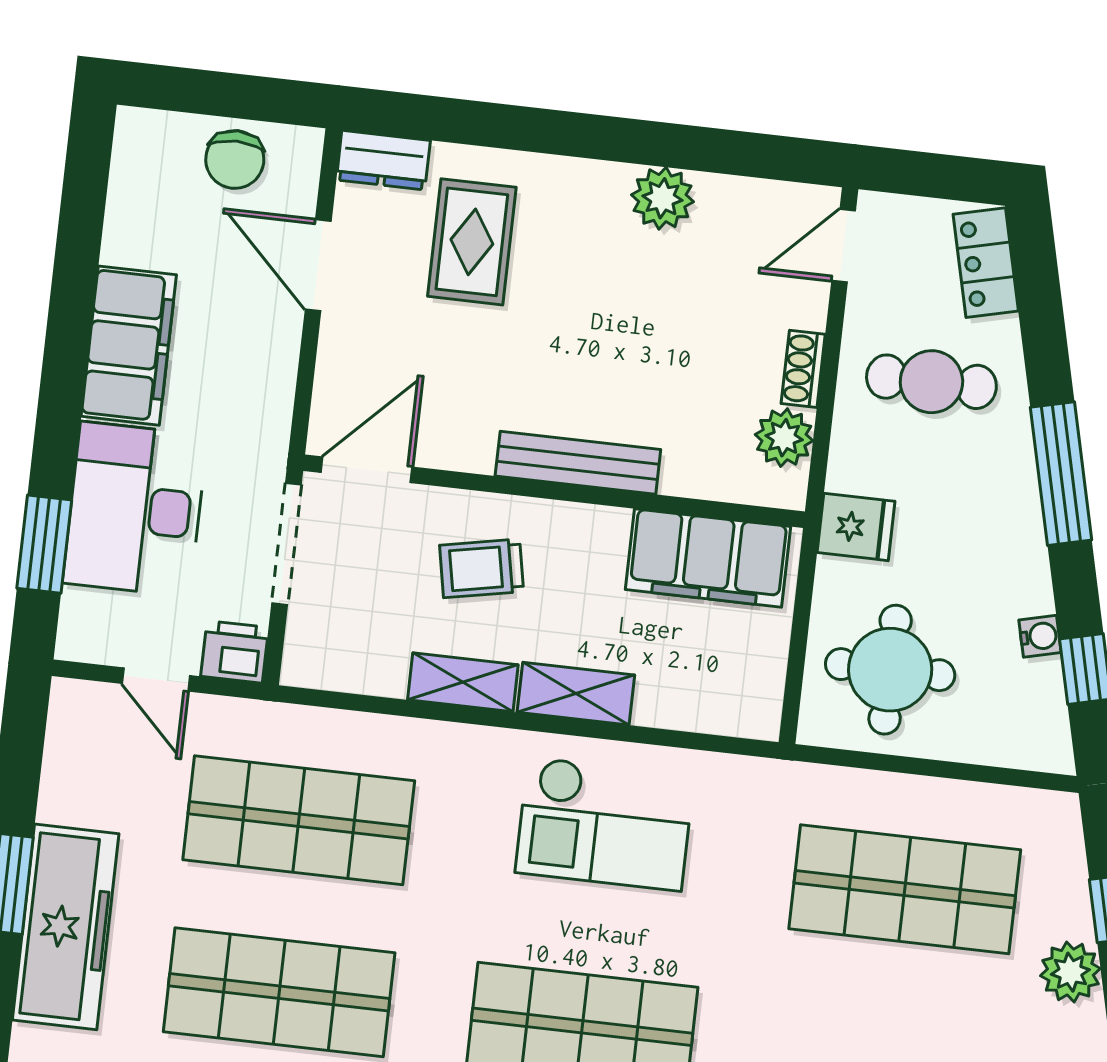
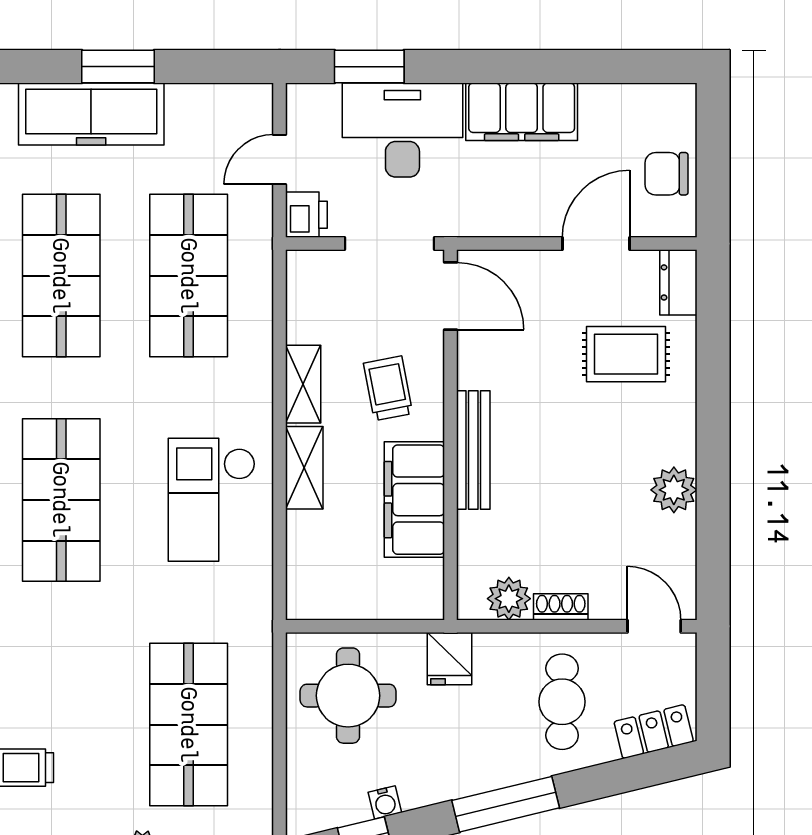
filing cabinet: (708, 558) -> (414, 500), moved

